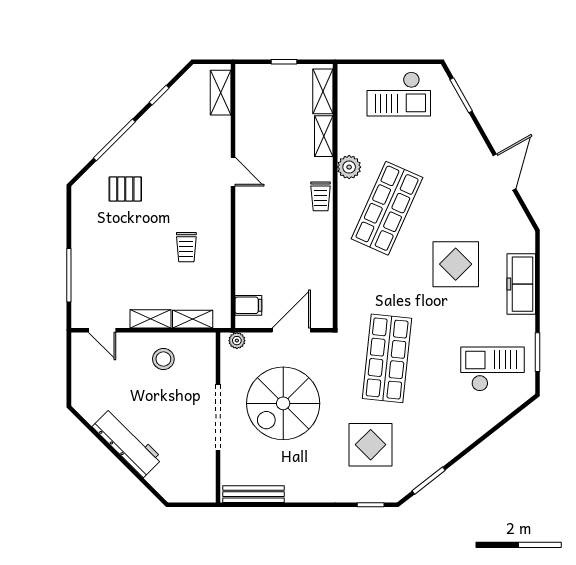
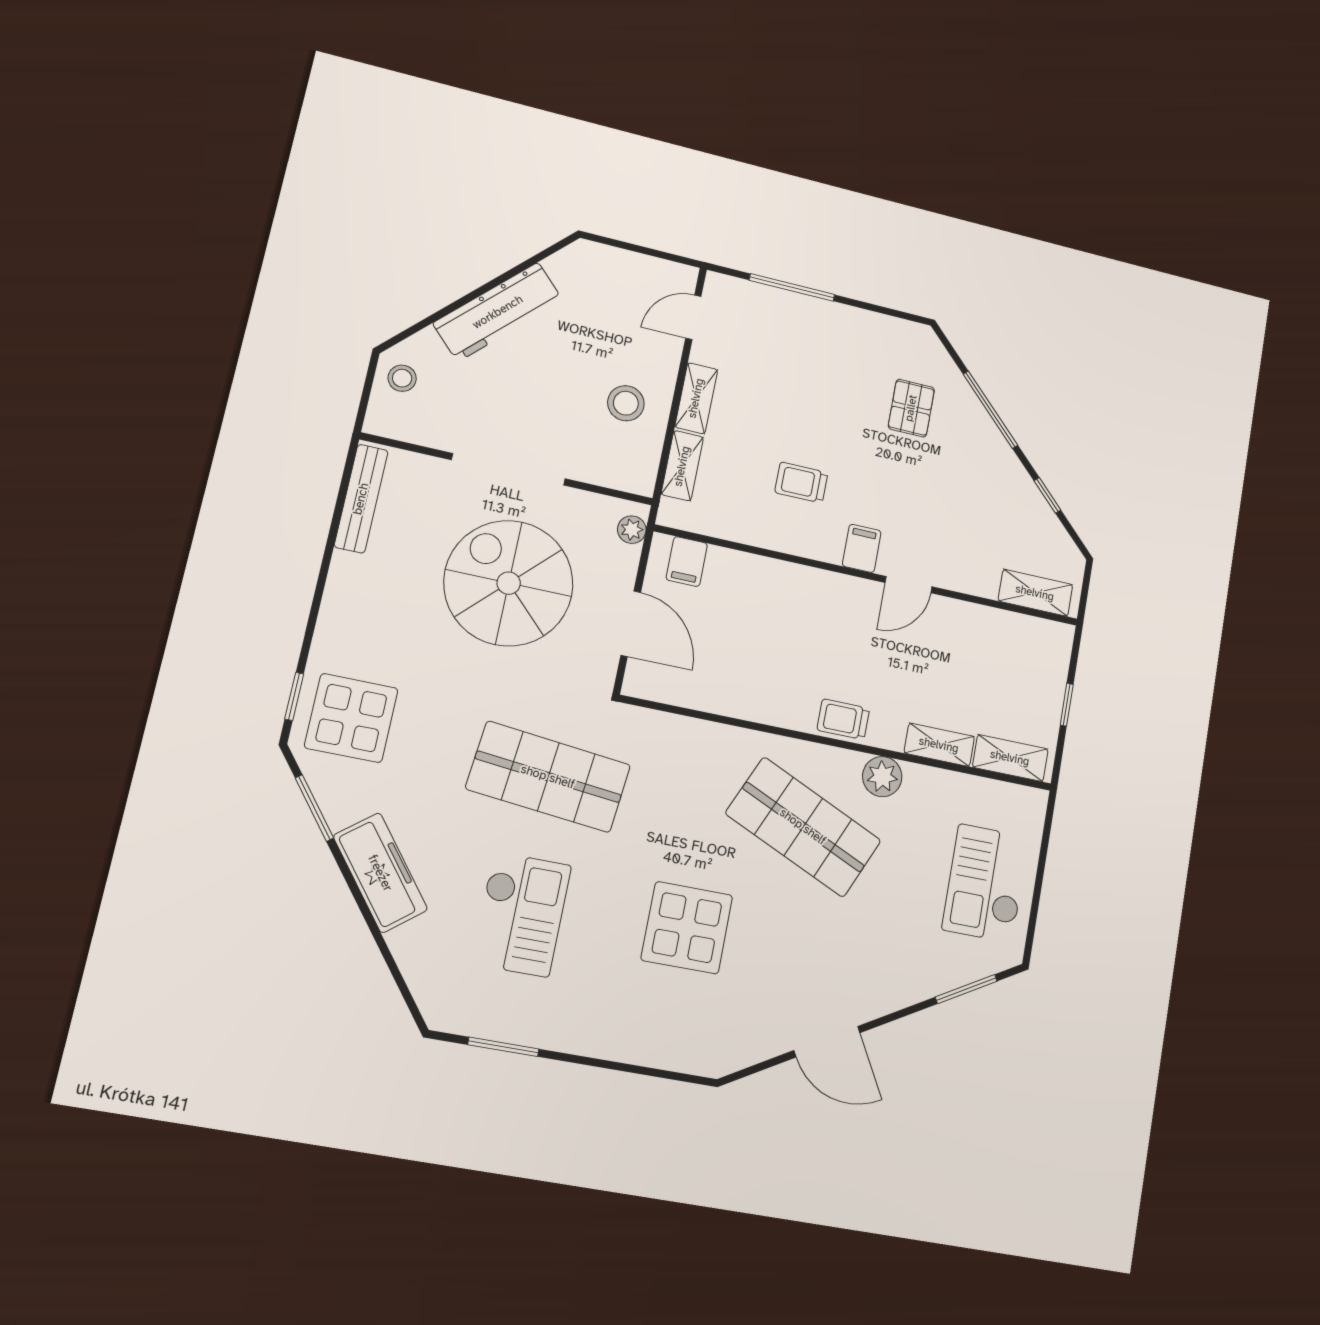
filing cabinet: (218, 204) -> (862, 548), added
freezer: (521, 284) -> (380, 873), moved, turned 52
checkout: (492, 369) -> (521, 914), moved
display table: (371, 445) -> (351, 718), moved
stool: (179, 487) -> (402, 378), added

